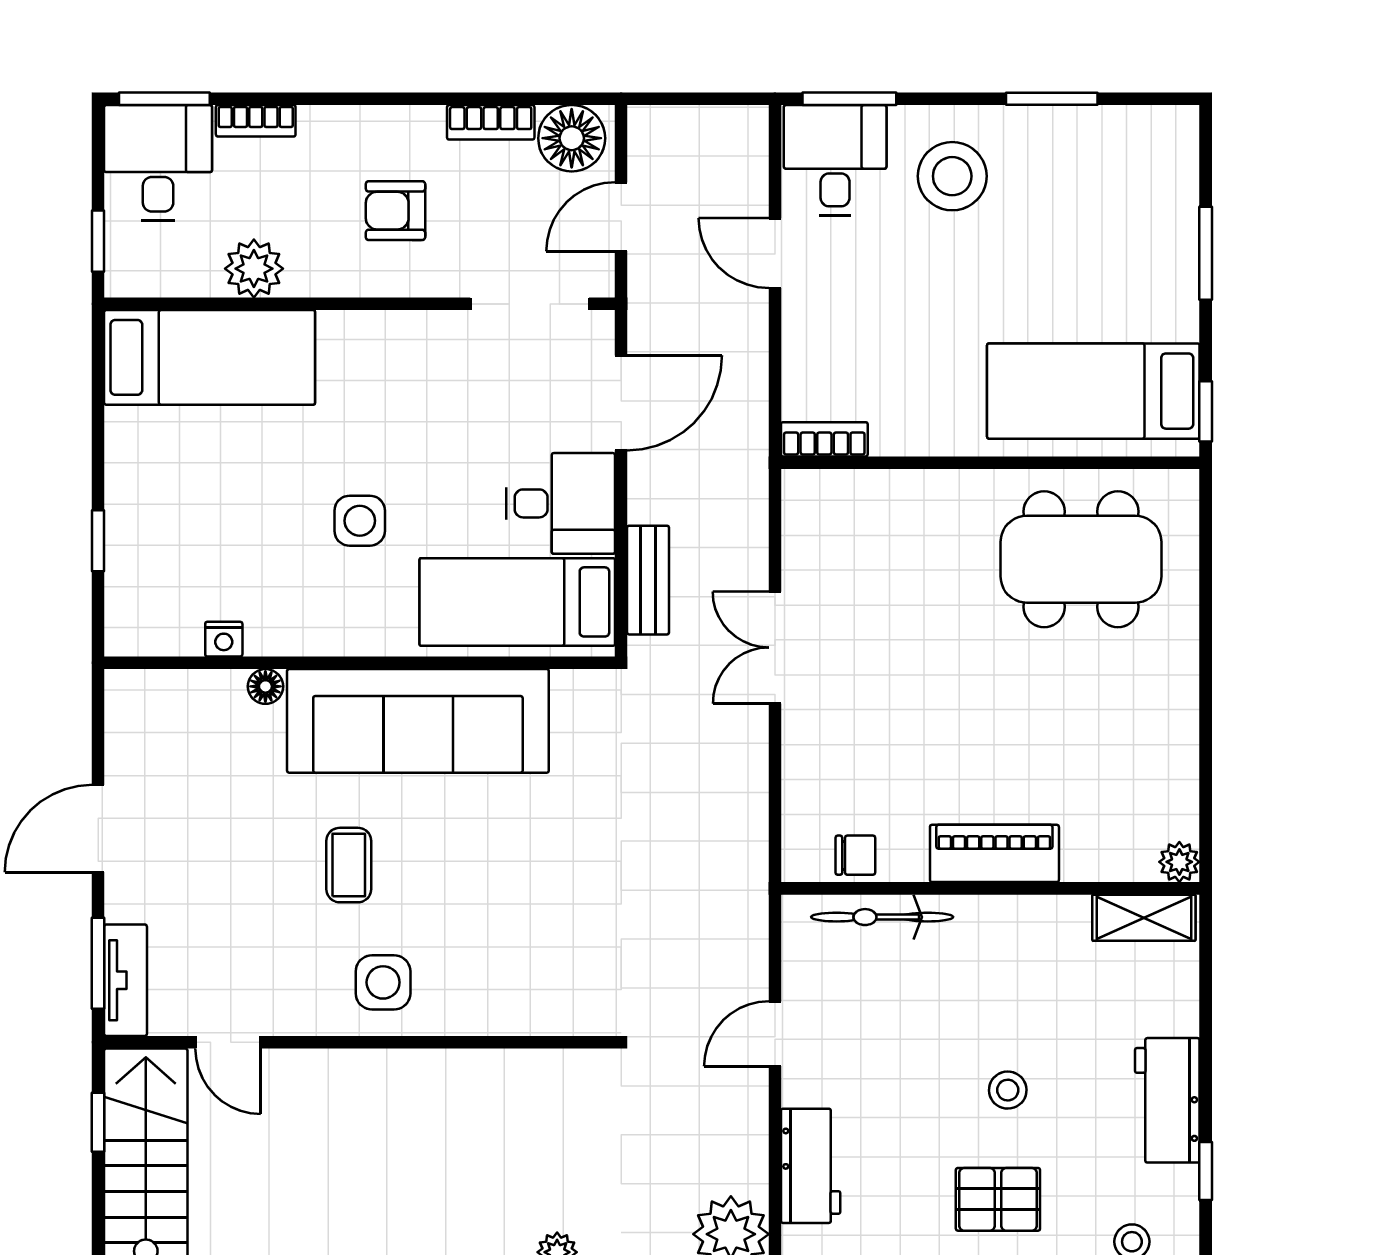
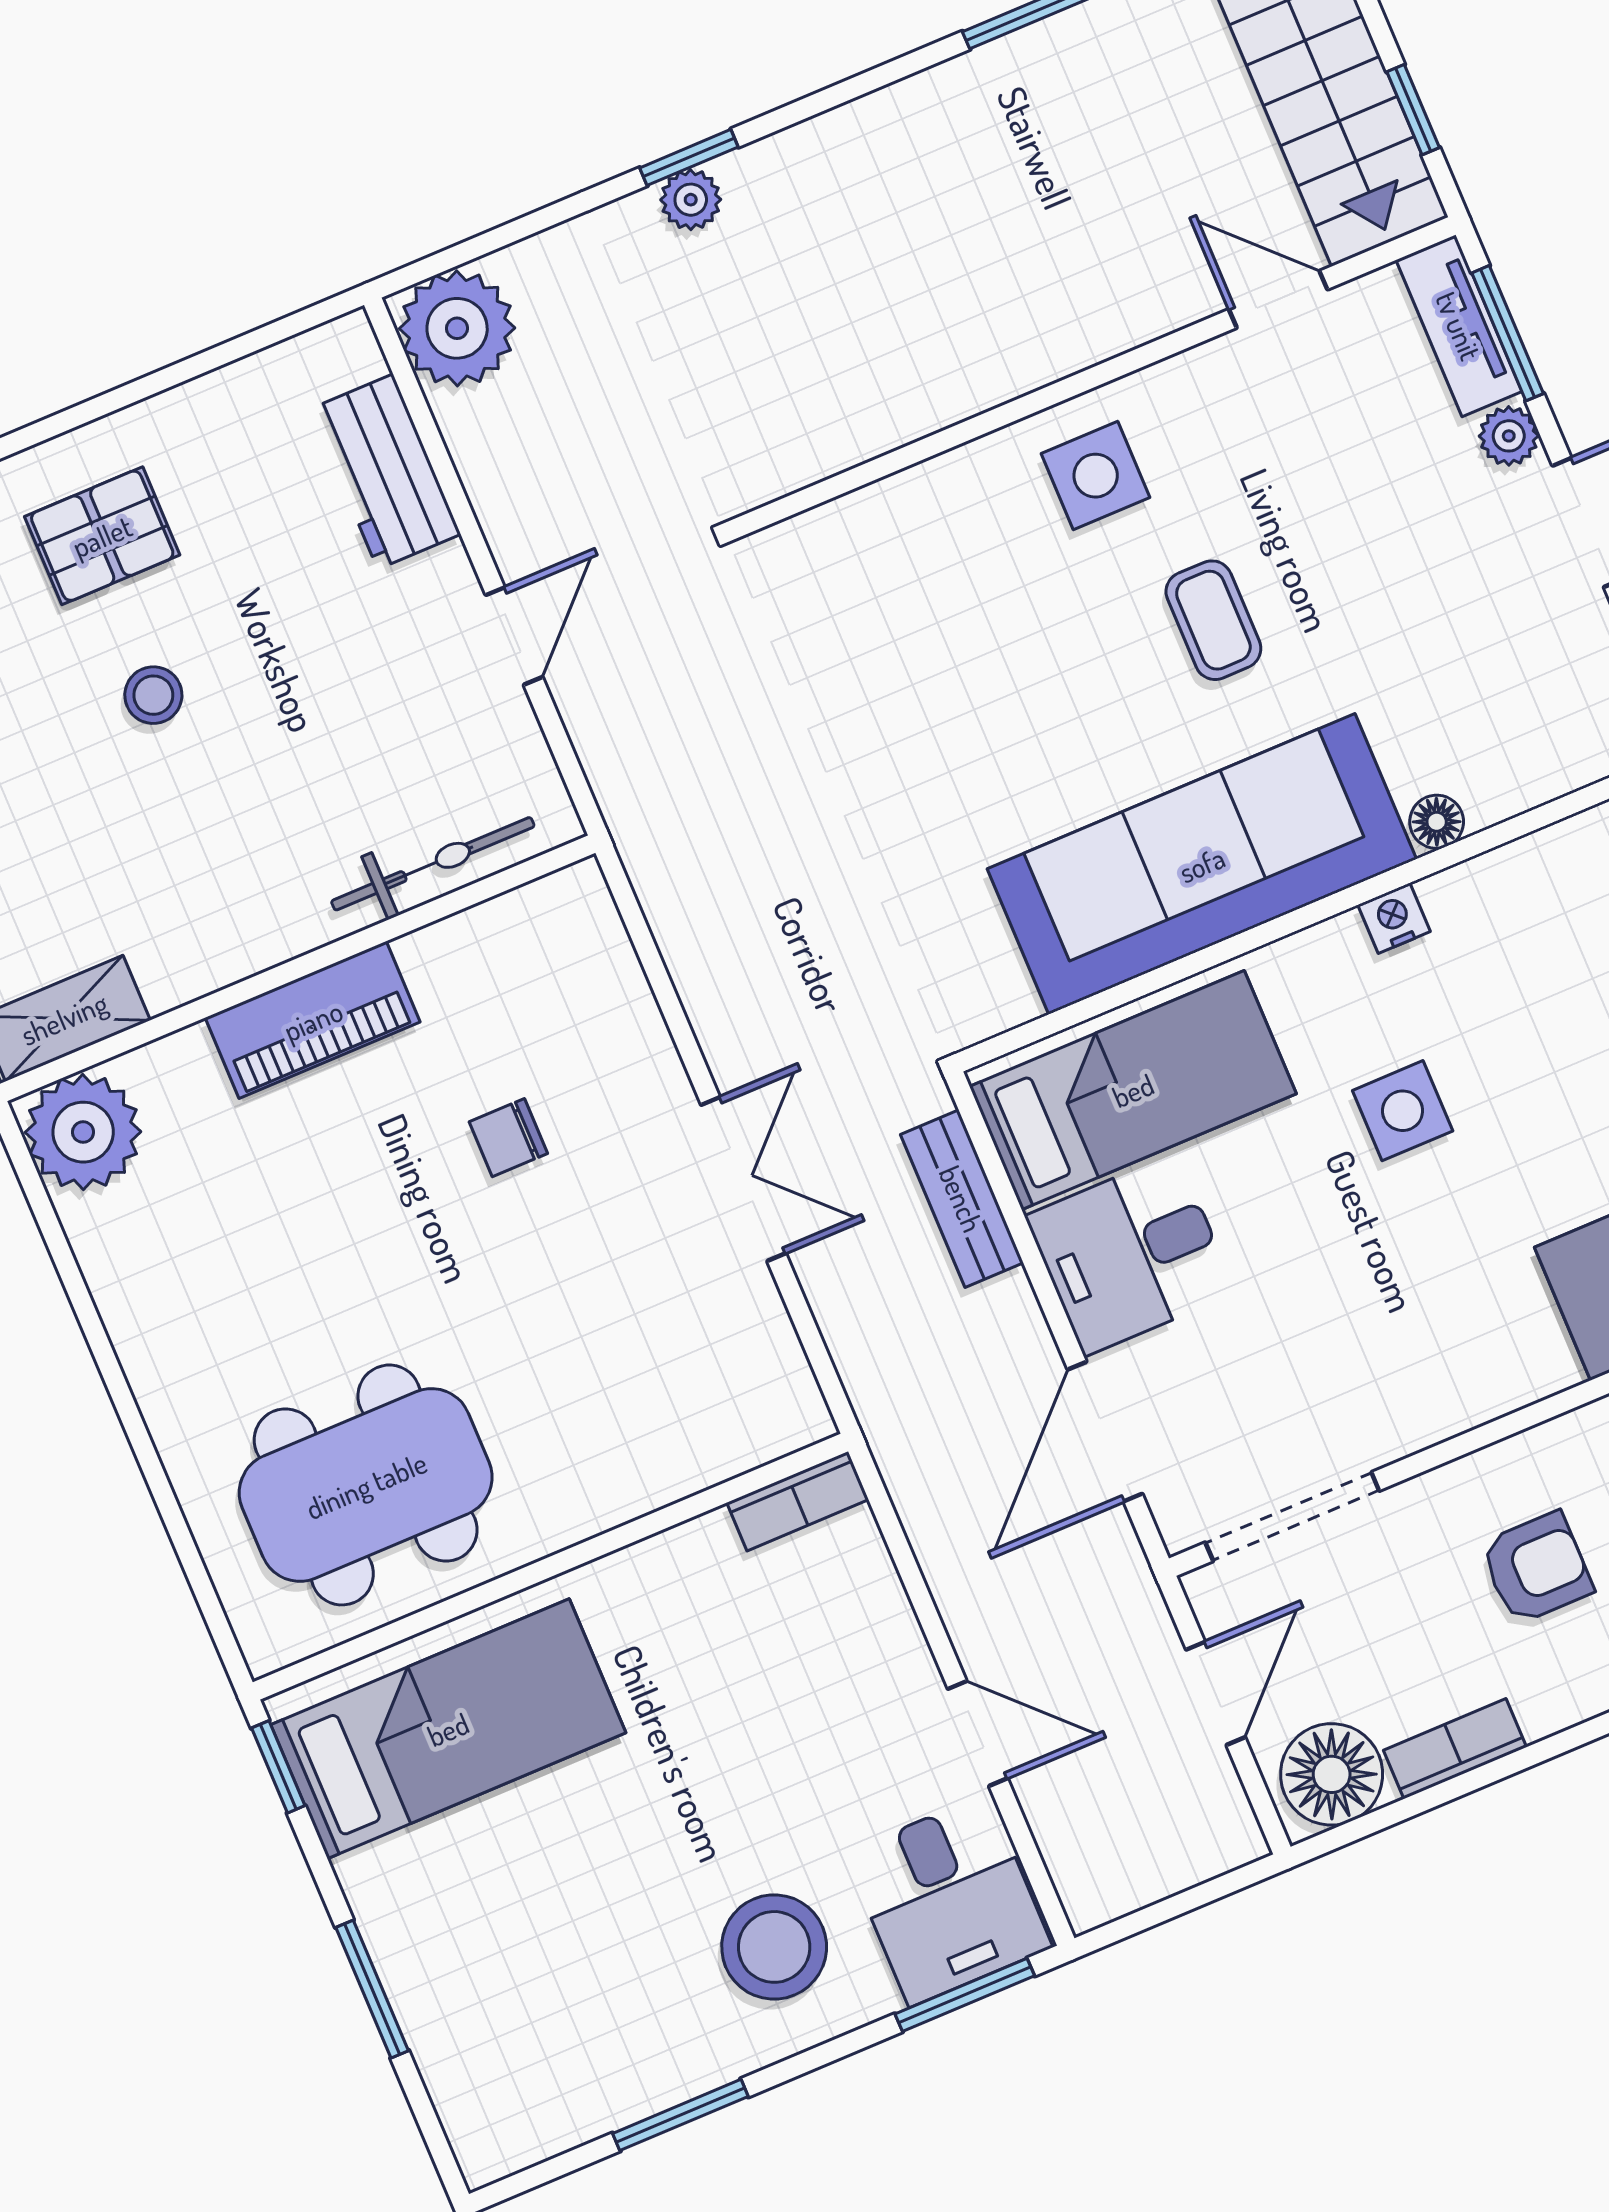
nightstand: (224, 639) -> (1394, 918), moved
chair: (855, 855) -> (508, 1138), moved
plant: (1179, 862) -> (83, 1132), width x1.87, depth x1.87
plant: (124, 901) -> (1509, 436), added

